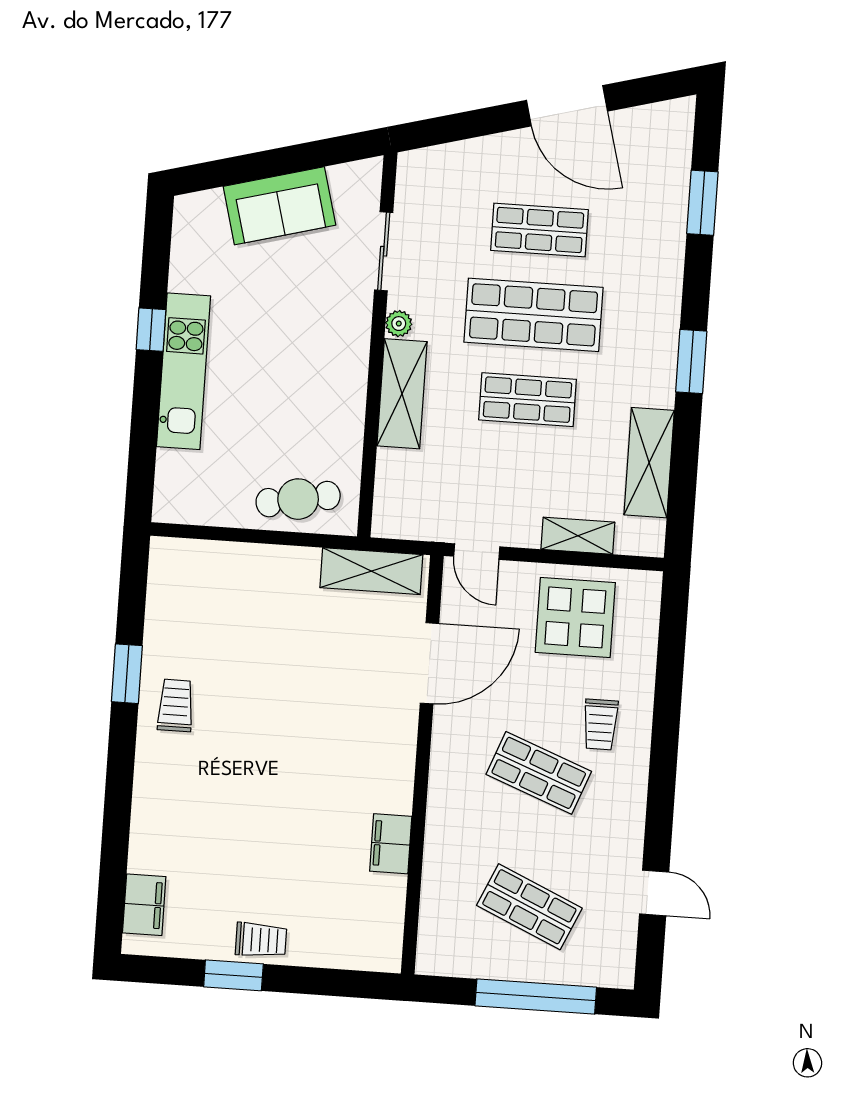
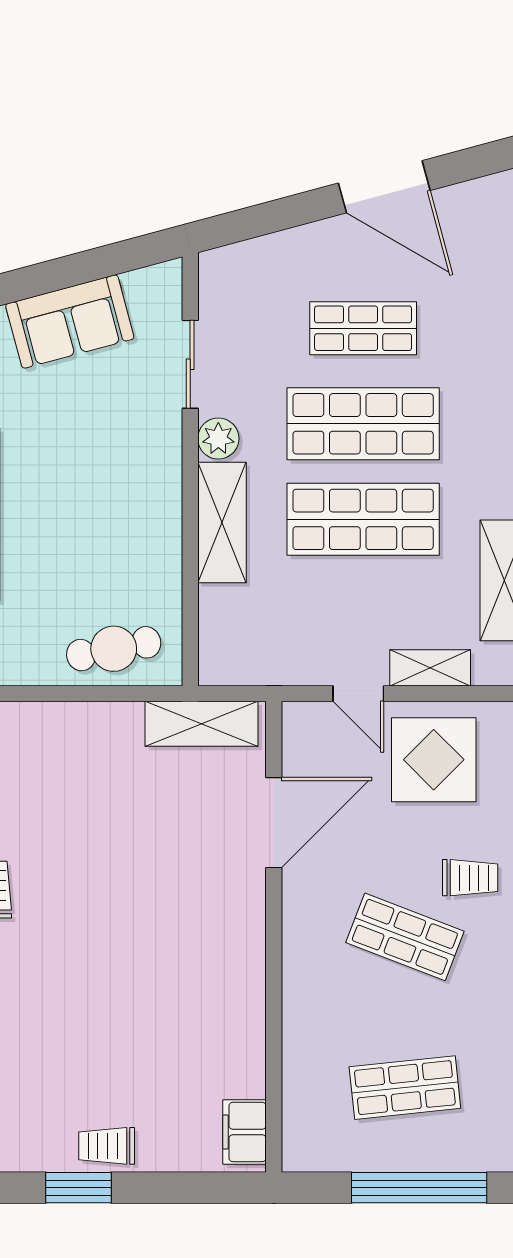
plant: (399, 324) -> (218, 439), width x1.38, depth x1.38
shop shelf: (528, 400) -> (363, 519), width x1.43, depth x1.36
door: (477, 552) -> (358, 694), moved
trolley: (600, 724) -> (470, 878), turned -90
filing cabinet: (391, 844) -> (245, 1132), moved
shop shelf: (529, 907) -> (405, 1088), turned -30
trolley: (261, 940) -> (107, 1146), turned 180

